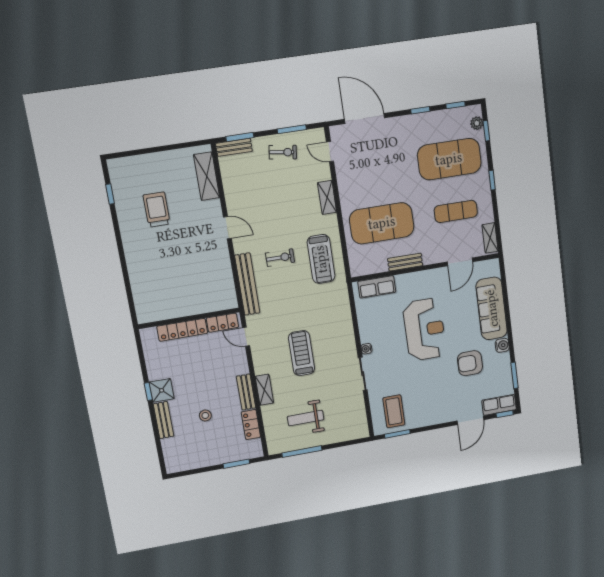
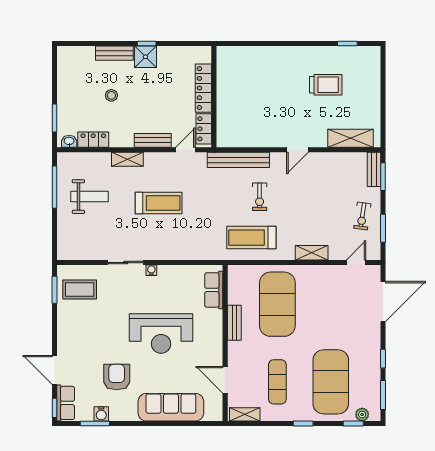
window: (456, 105) -> (383, 395), width x1.50
water cooler: (502, 345) -> (101, 414), moved
bench: (246, 392) -> (153, 140), moved
weight bench: (306, 418) -> (90, 197), turned 90
washbasin: (256, 446) -> (69, 141), added

